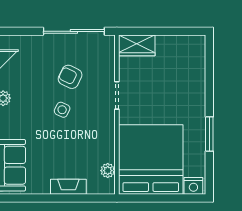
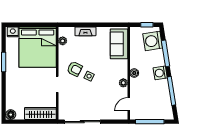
floor lamp: (197, 44) -> (11, 115), added
wardrobe: (137, 45) -> (40, 113), width x1.50
armchair: (70, 77) -> (75, 69), moved

